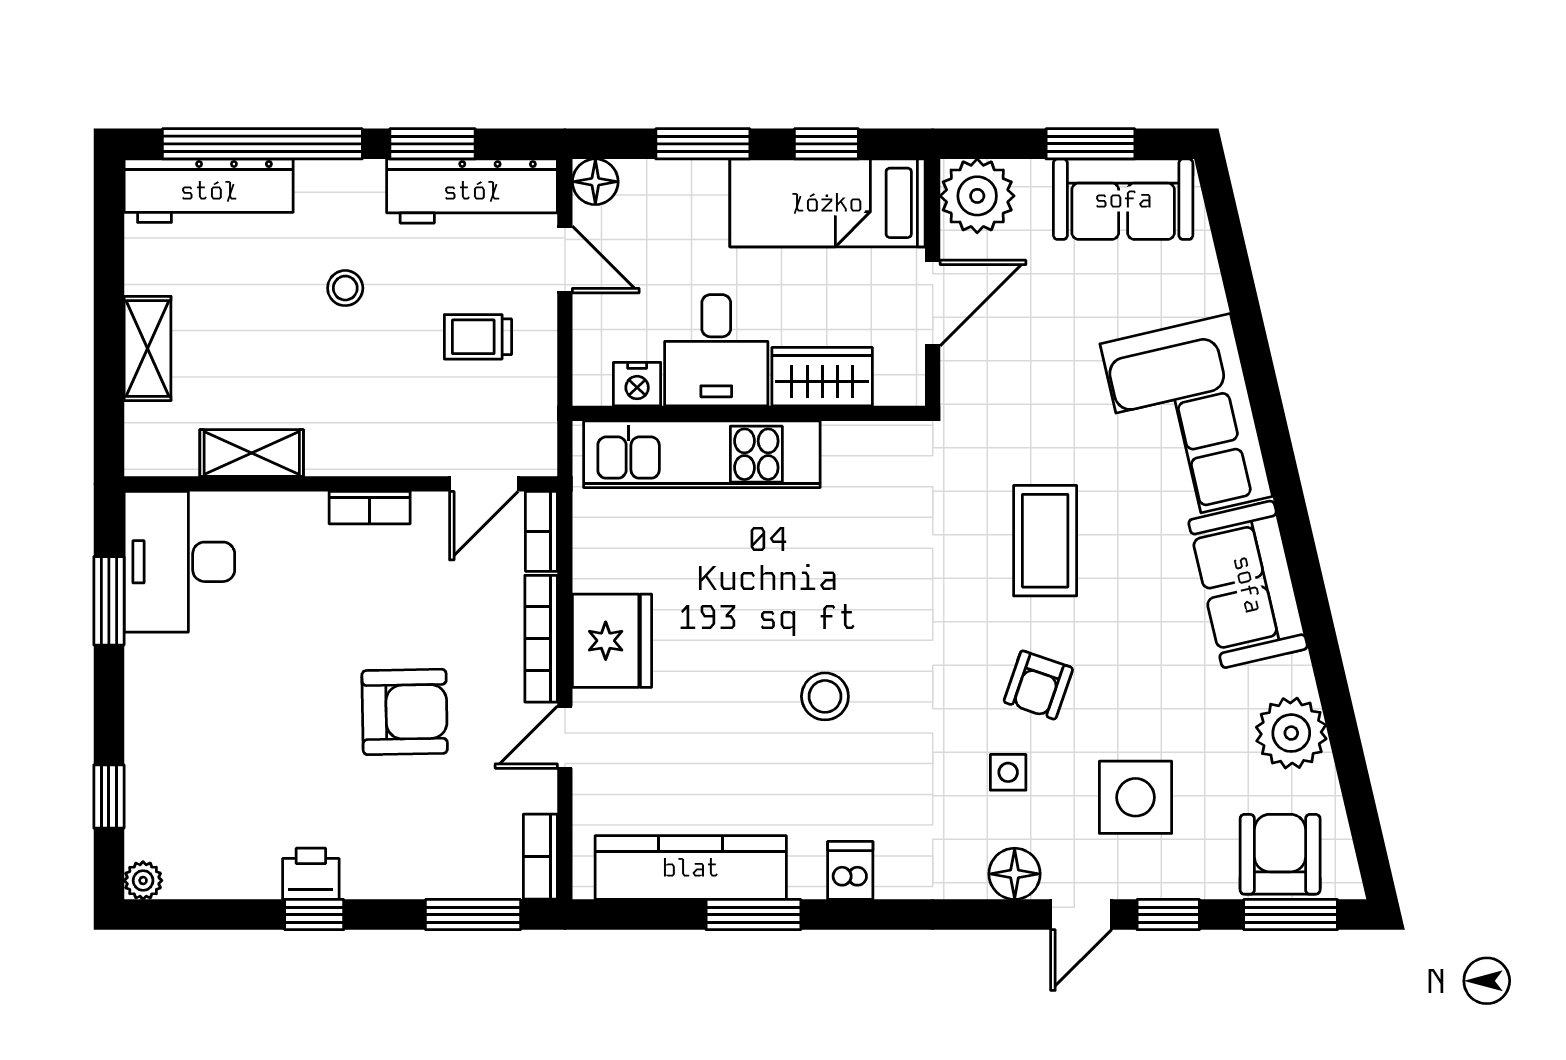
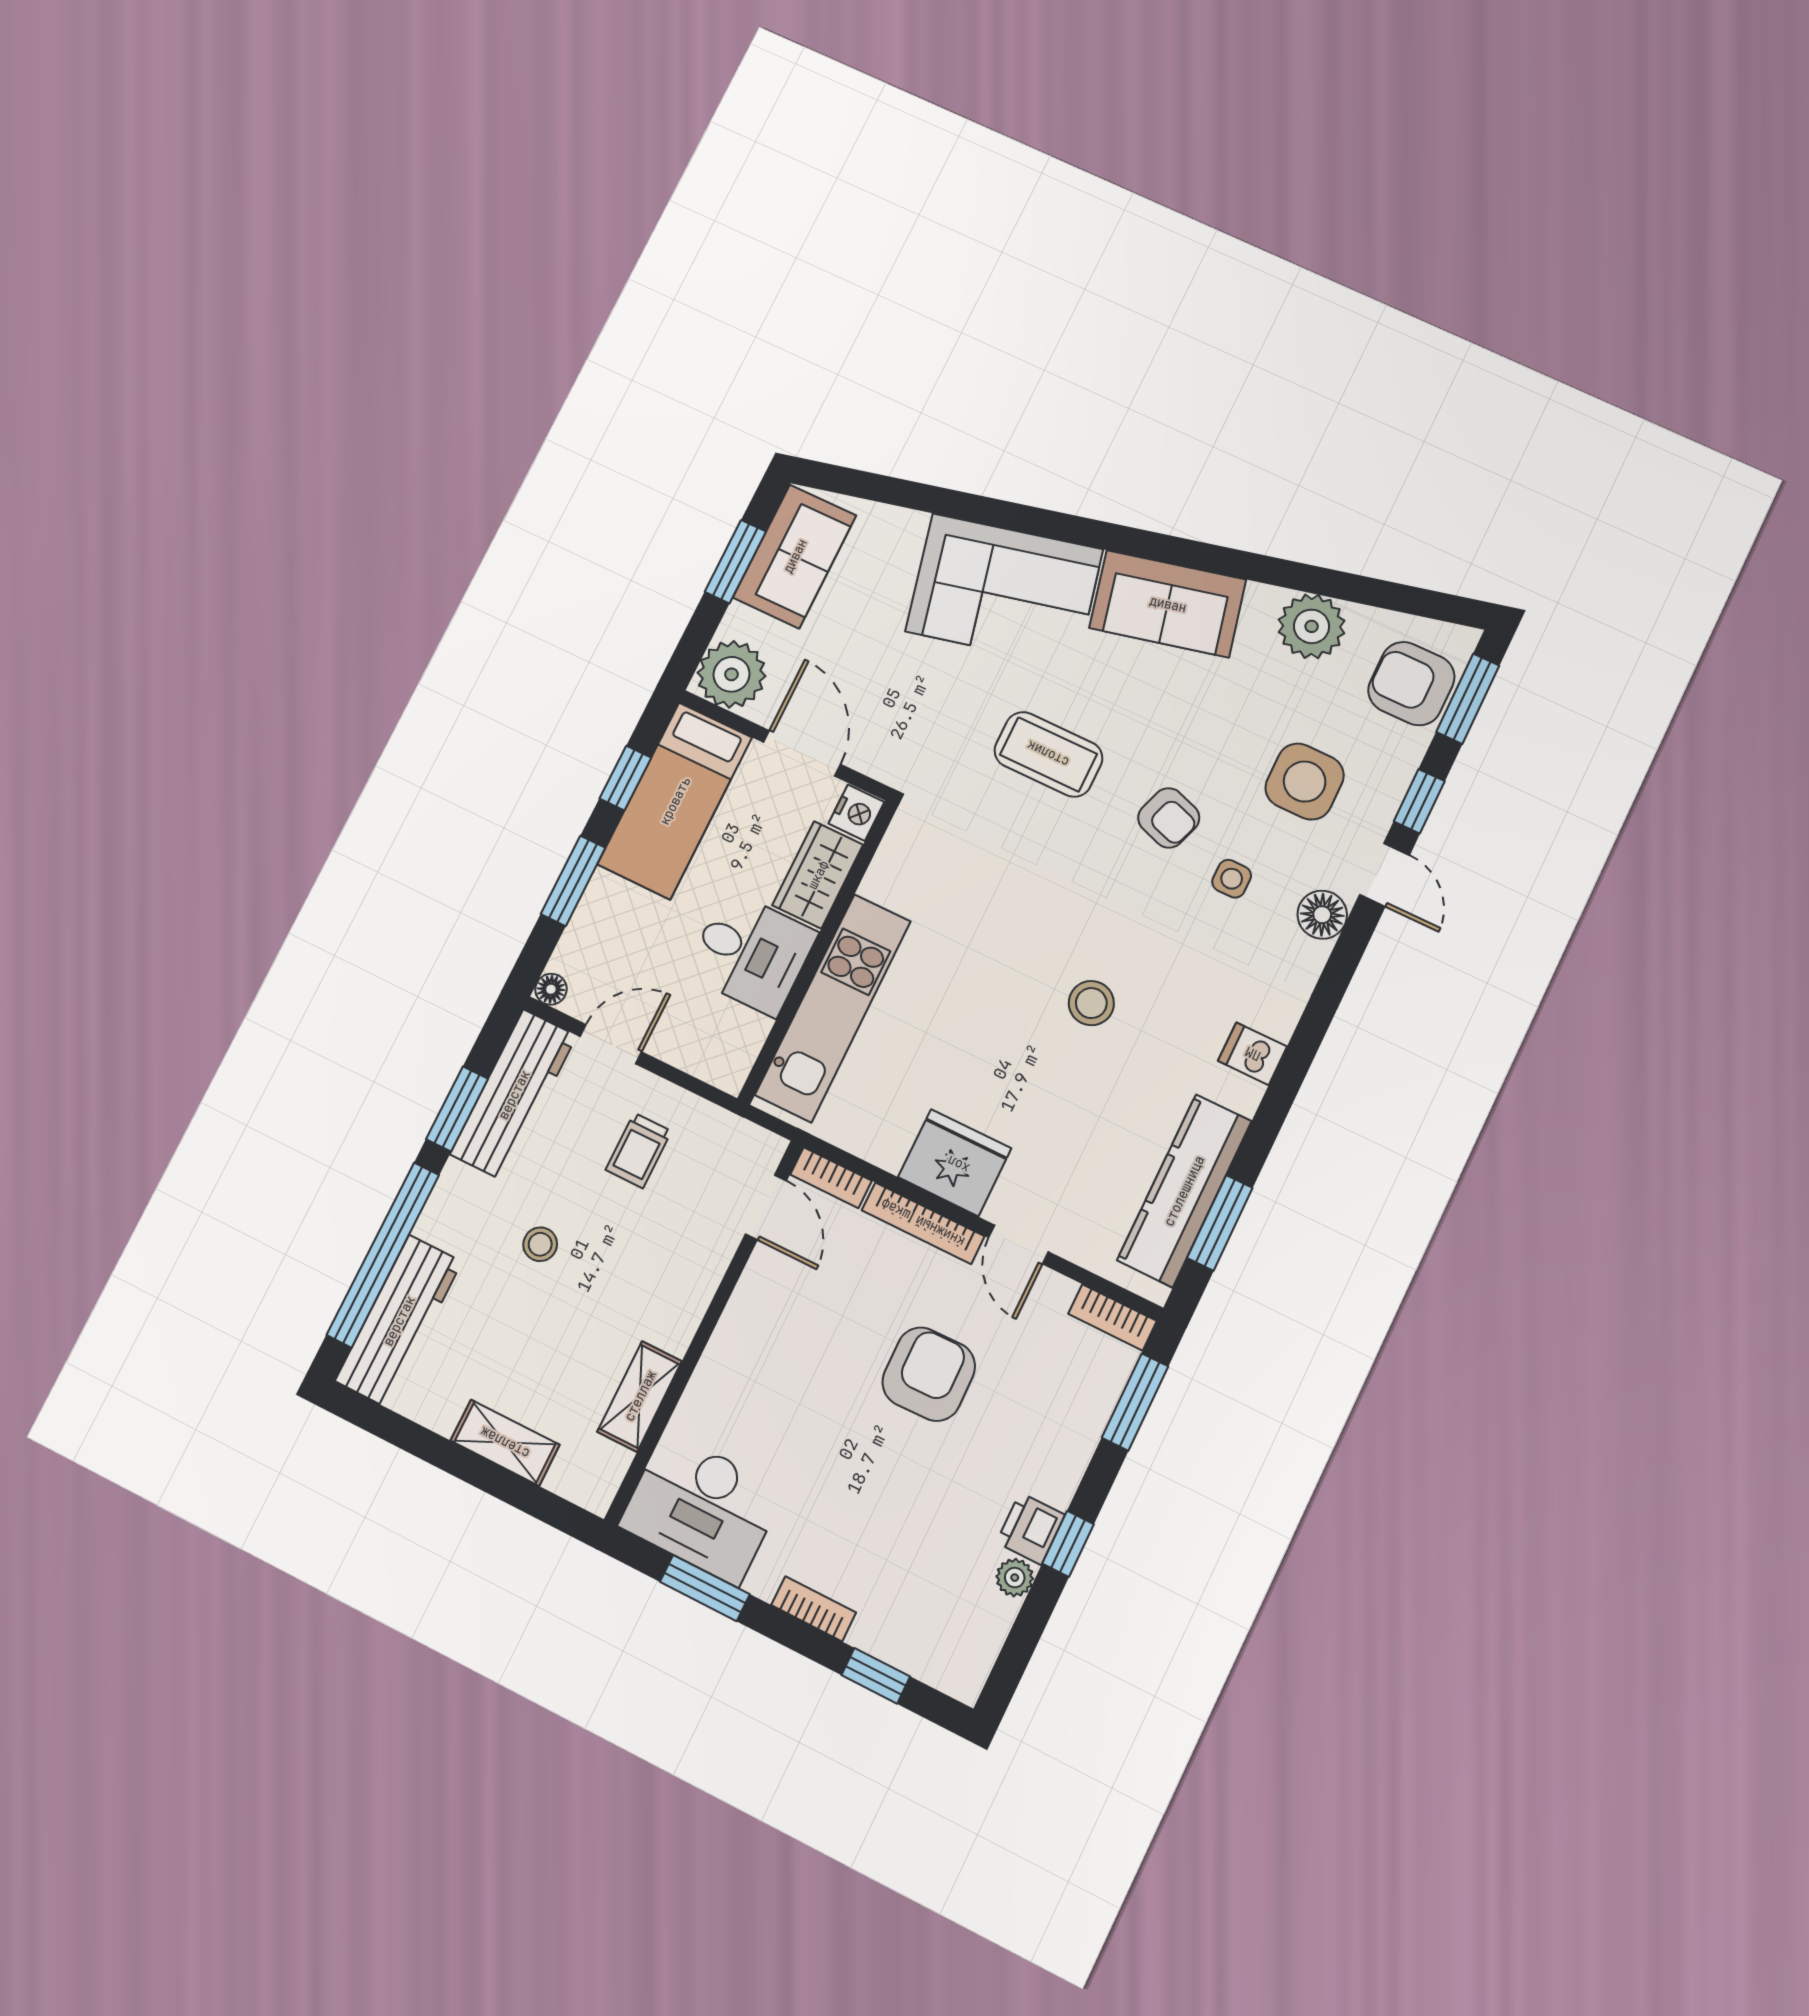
floor lamp: (595, 182) -> (551, 989), width x0.73, depth x0.73
nightstand: (637, 384) -> (856, 813), moved
bookcase: (370, 508) -> (814, 1609), moved, turned -90
plant: (143, 881) -> (1015, 1578), moved
window: (753, 915) -> (1220, 1223), moved

